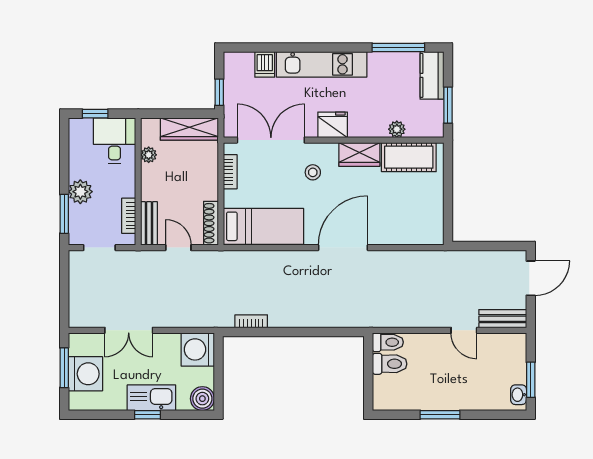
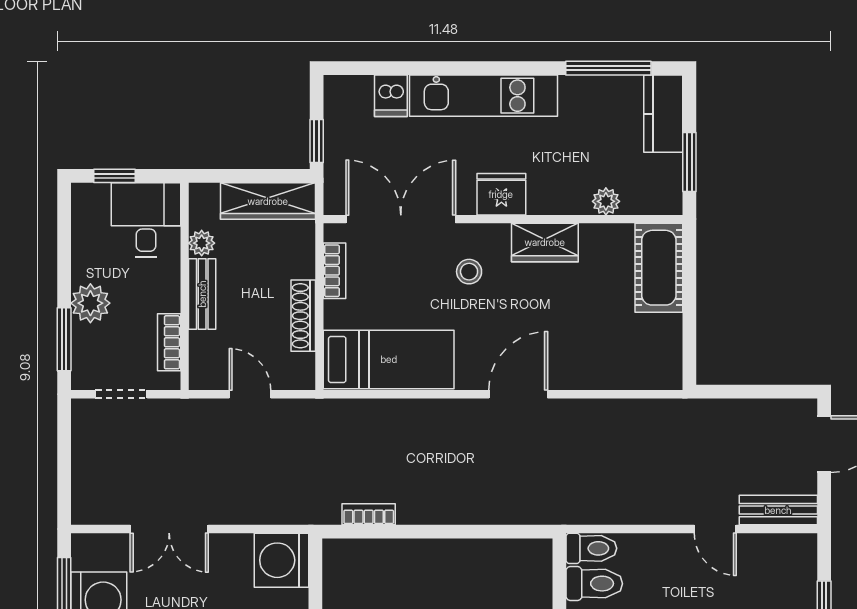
cot: (409, 157) -> (659, 268), moved, turned 90
bench: (149, 223) -> (202, 294), moved
shoe rack: (211, 223) -> (303, 316), moved
door: (343, 248) -> (518, 394), width x0.73

